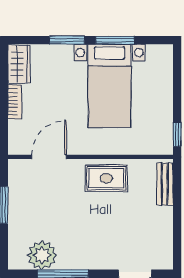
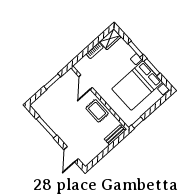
bed with nightstands: (110, 86) -> (137, 86), width x1.36
door: (49, 157) -> (86, 82), swing flipped
plant: (42, 255) -> (46, 113), removed

